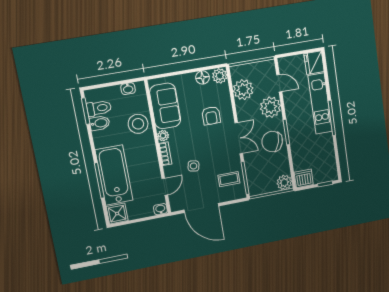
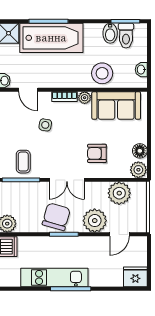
kitchen unit: (320, 104) -> (54, 277), moved

